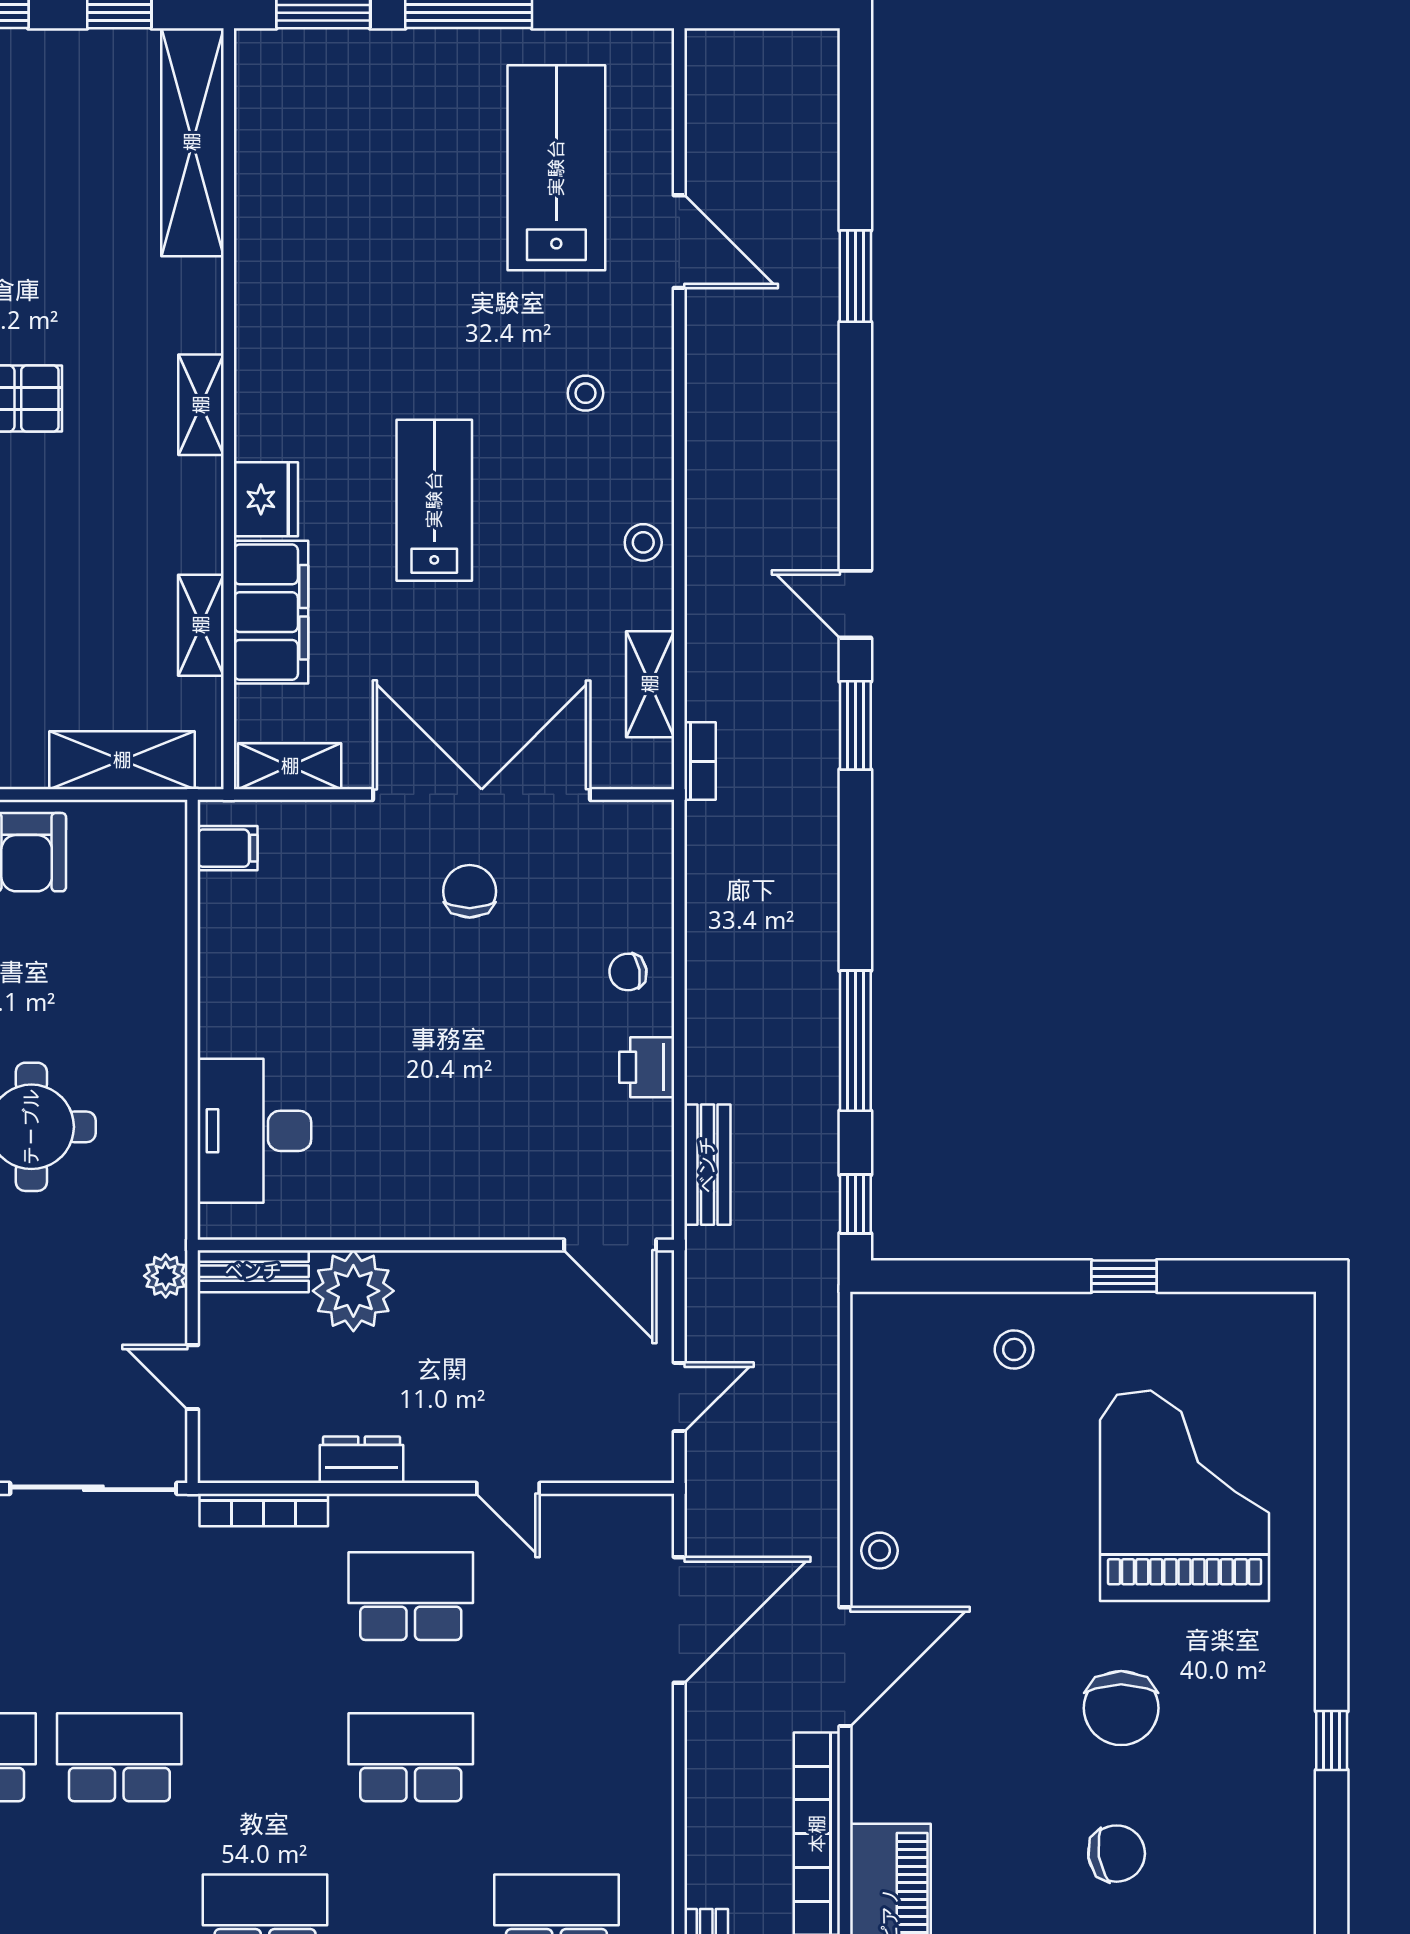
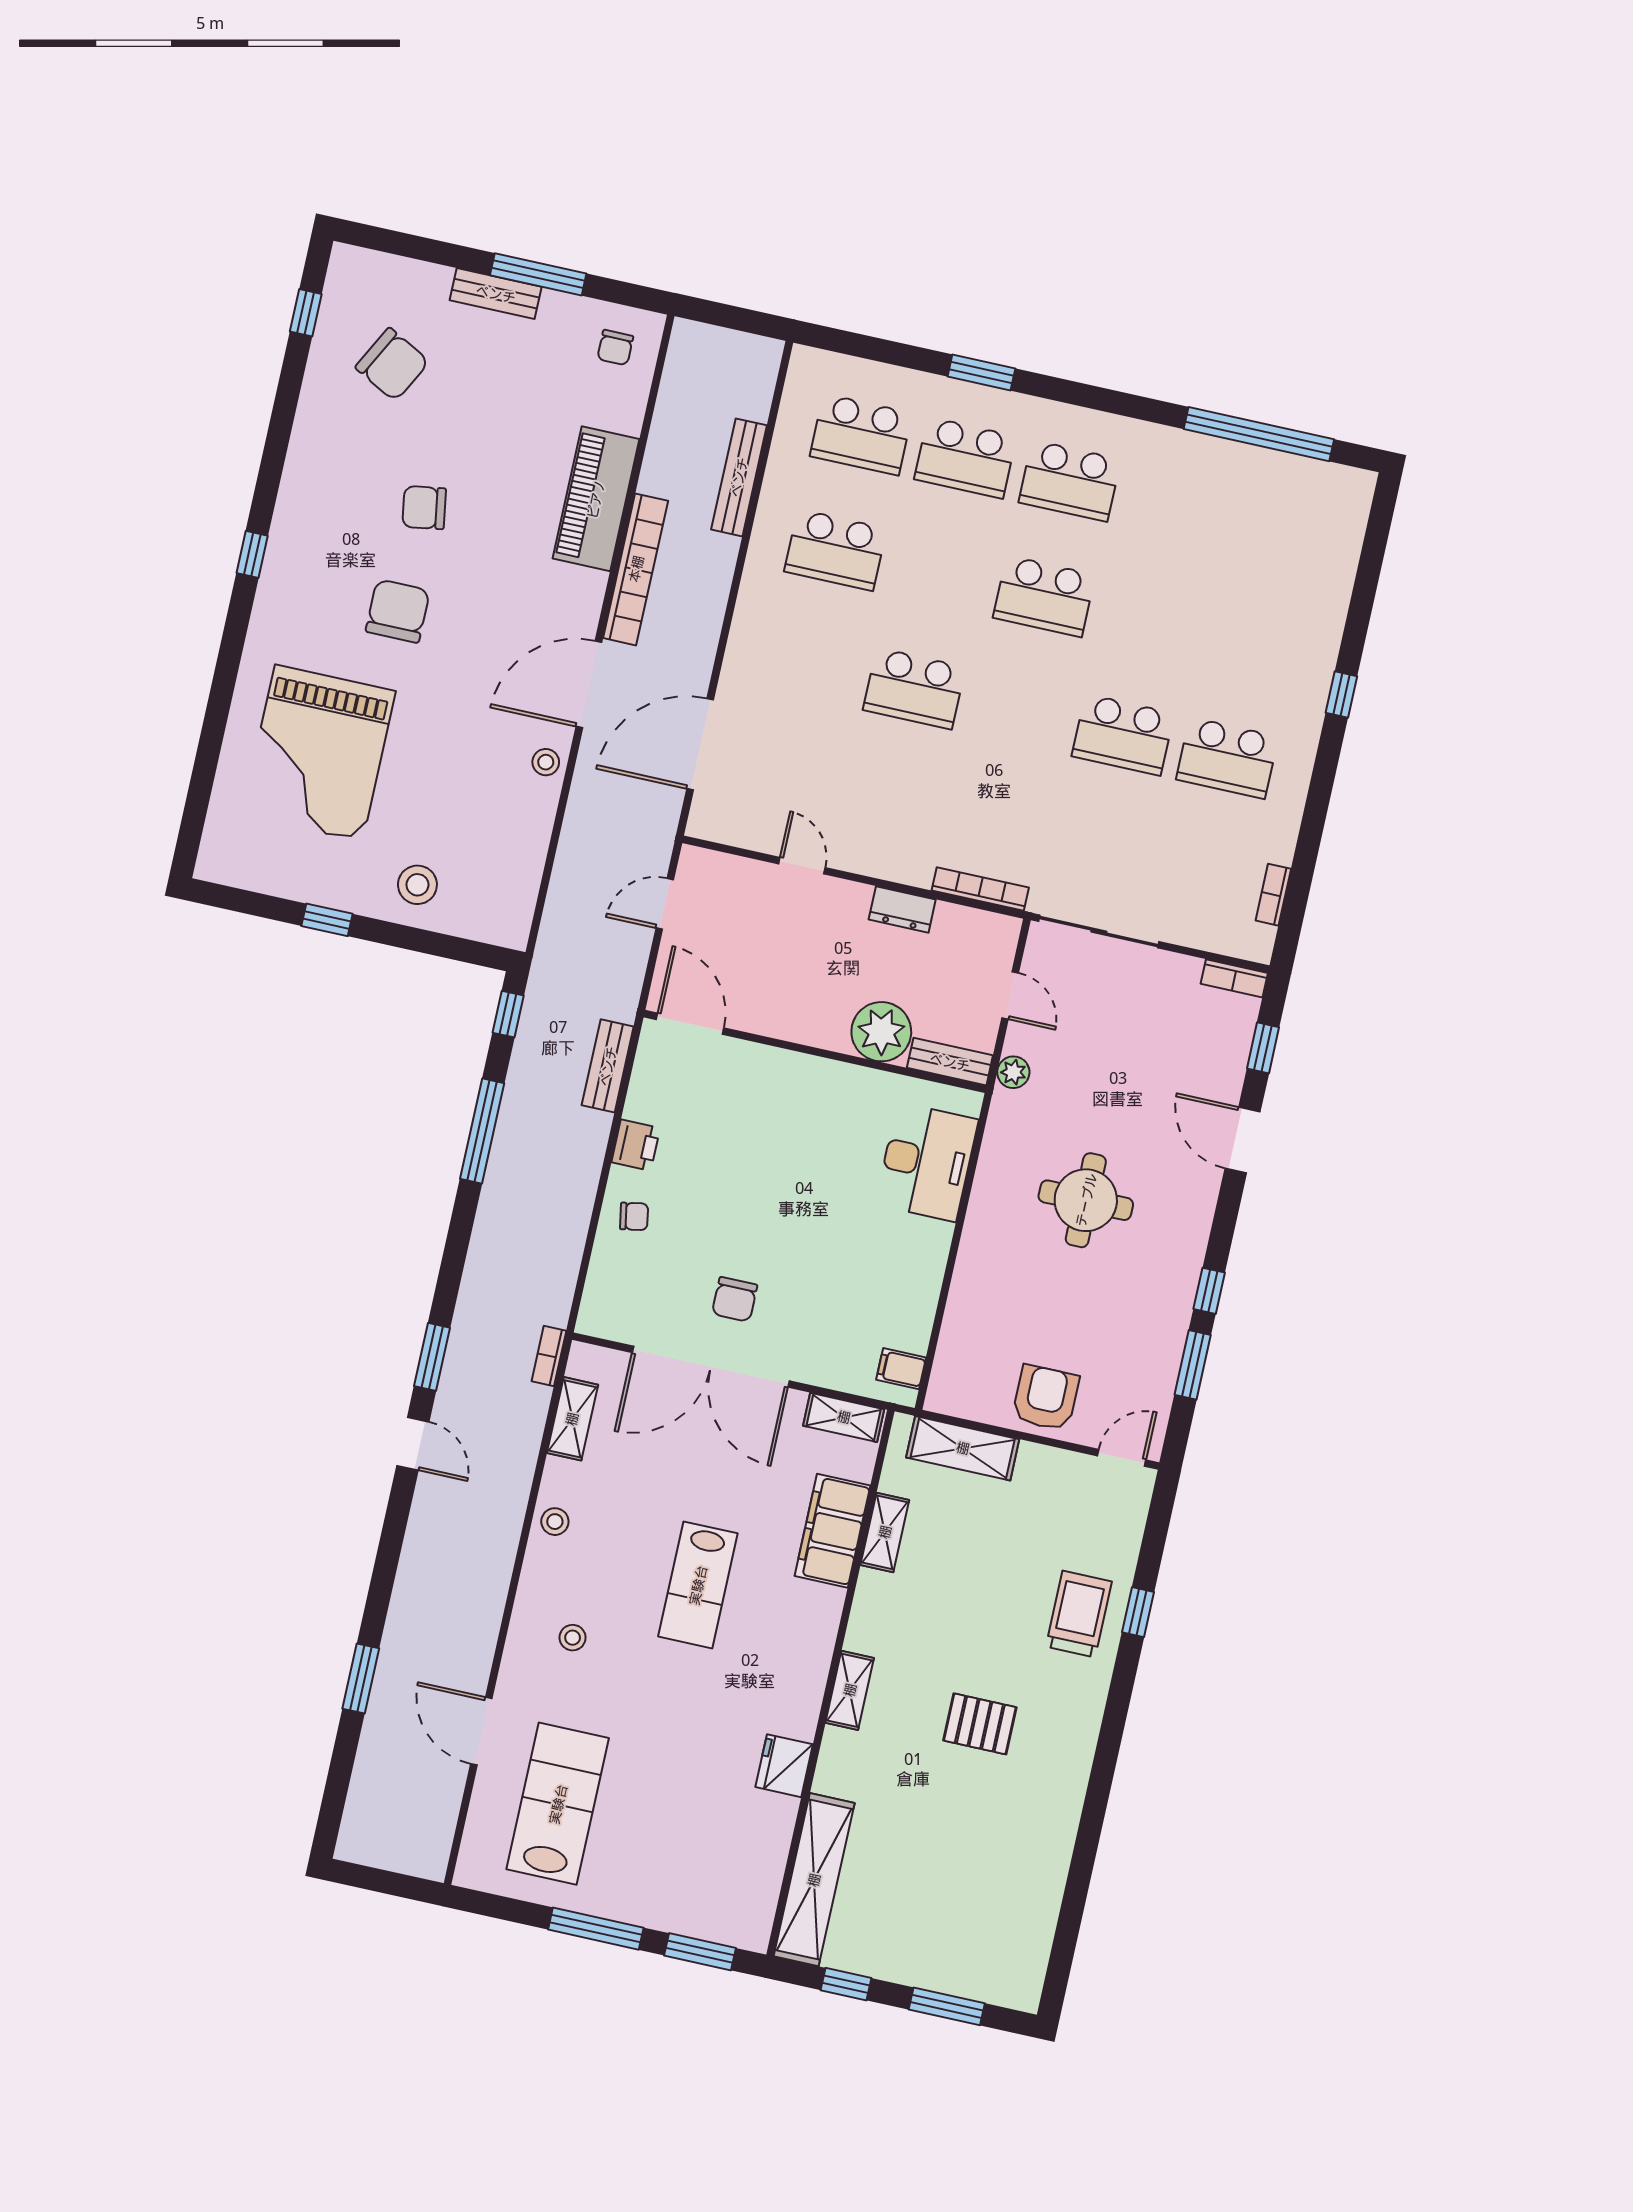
lab bench: (556, 168) -> (558, 1804), turned 180
fridge: (266, 499) -> (784, 1766), moved
stool: (1014, 1349) -> (417, 885), width x1.37, depth x1.37
school desk: (411, 1596) -> (889, 804), removed

